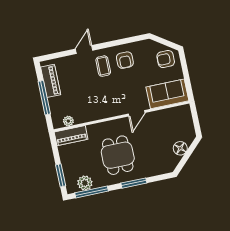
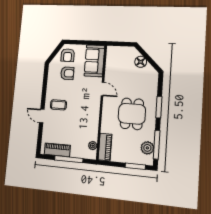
armchair: (125, 60) -> (67, 73), moved
dining table: (118, 155) -> (132, 114), turned 90

